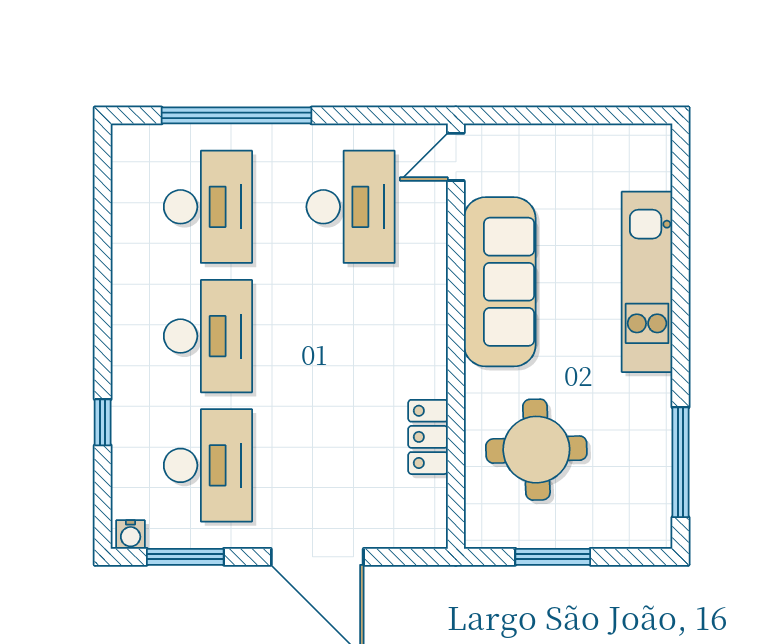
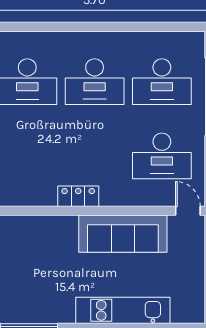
window: (103, 422) -> (50, 27), removed
locker: (428, 437) -> (78, 196), moved
round table: (536, 450) -> (35, 253), removed

